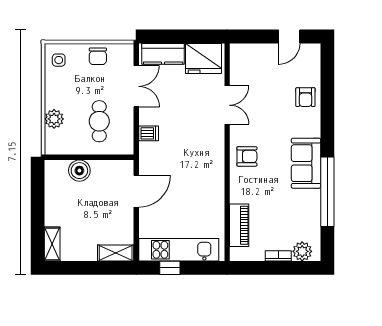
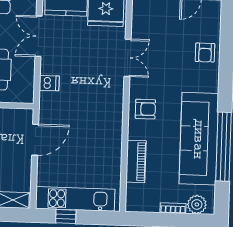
double door: (136, 86) -> (39, 36), swing flipped
sofa: (306, 163) -> (199, 139), width x1.85, depth x1.27
piano: (239, 225) -> (136, 161), moved

